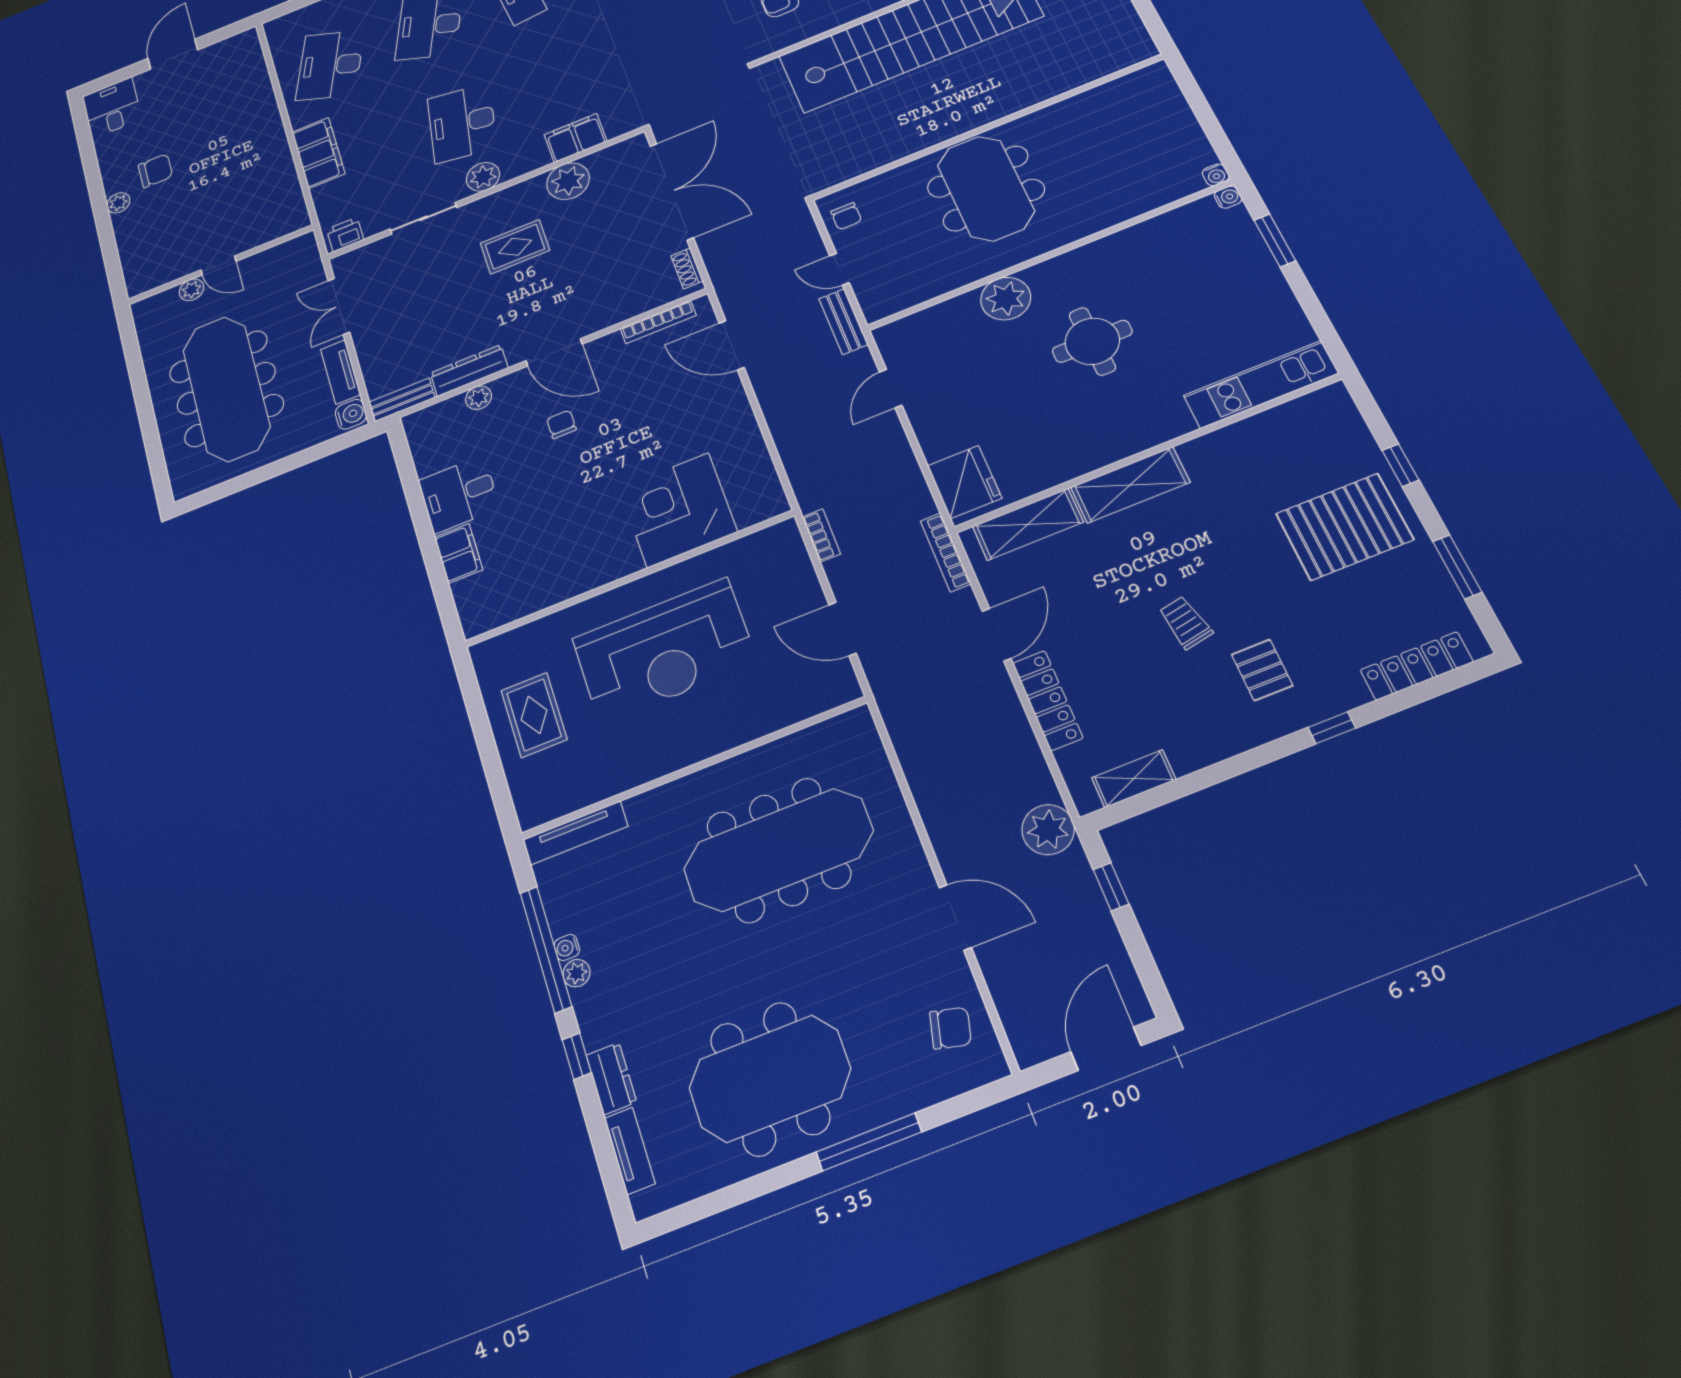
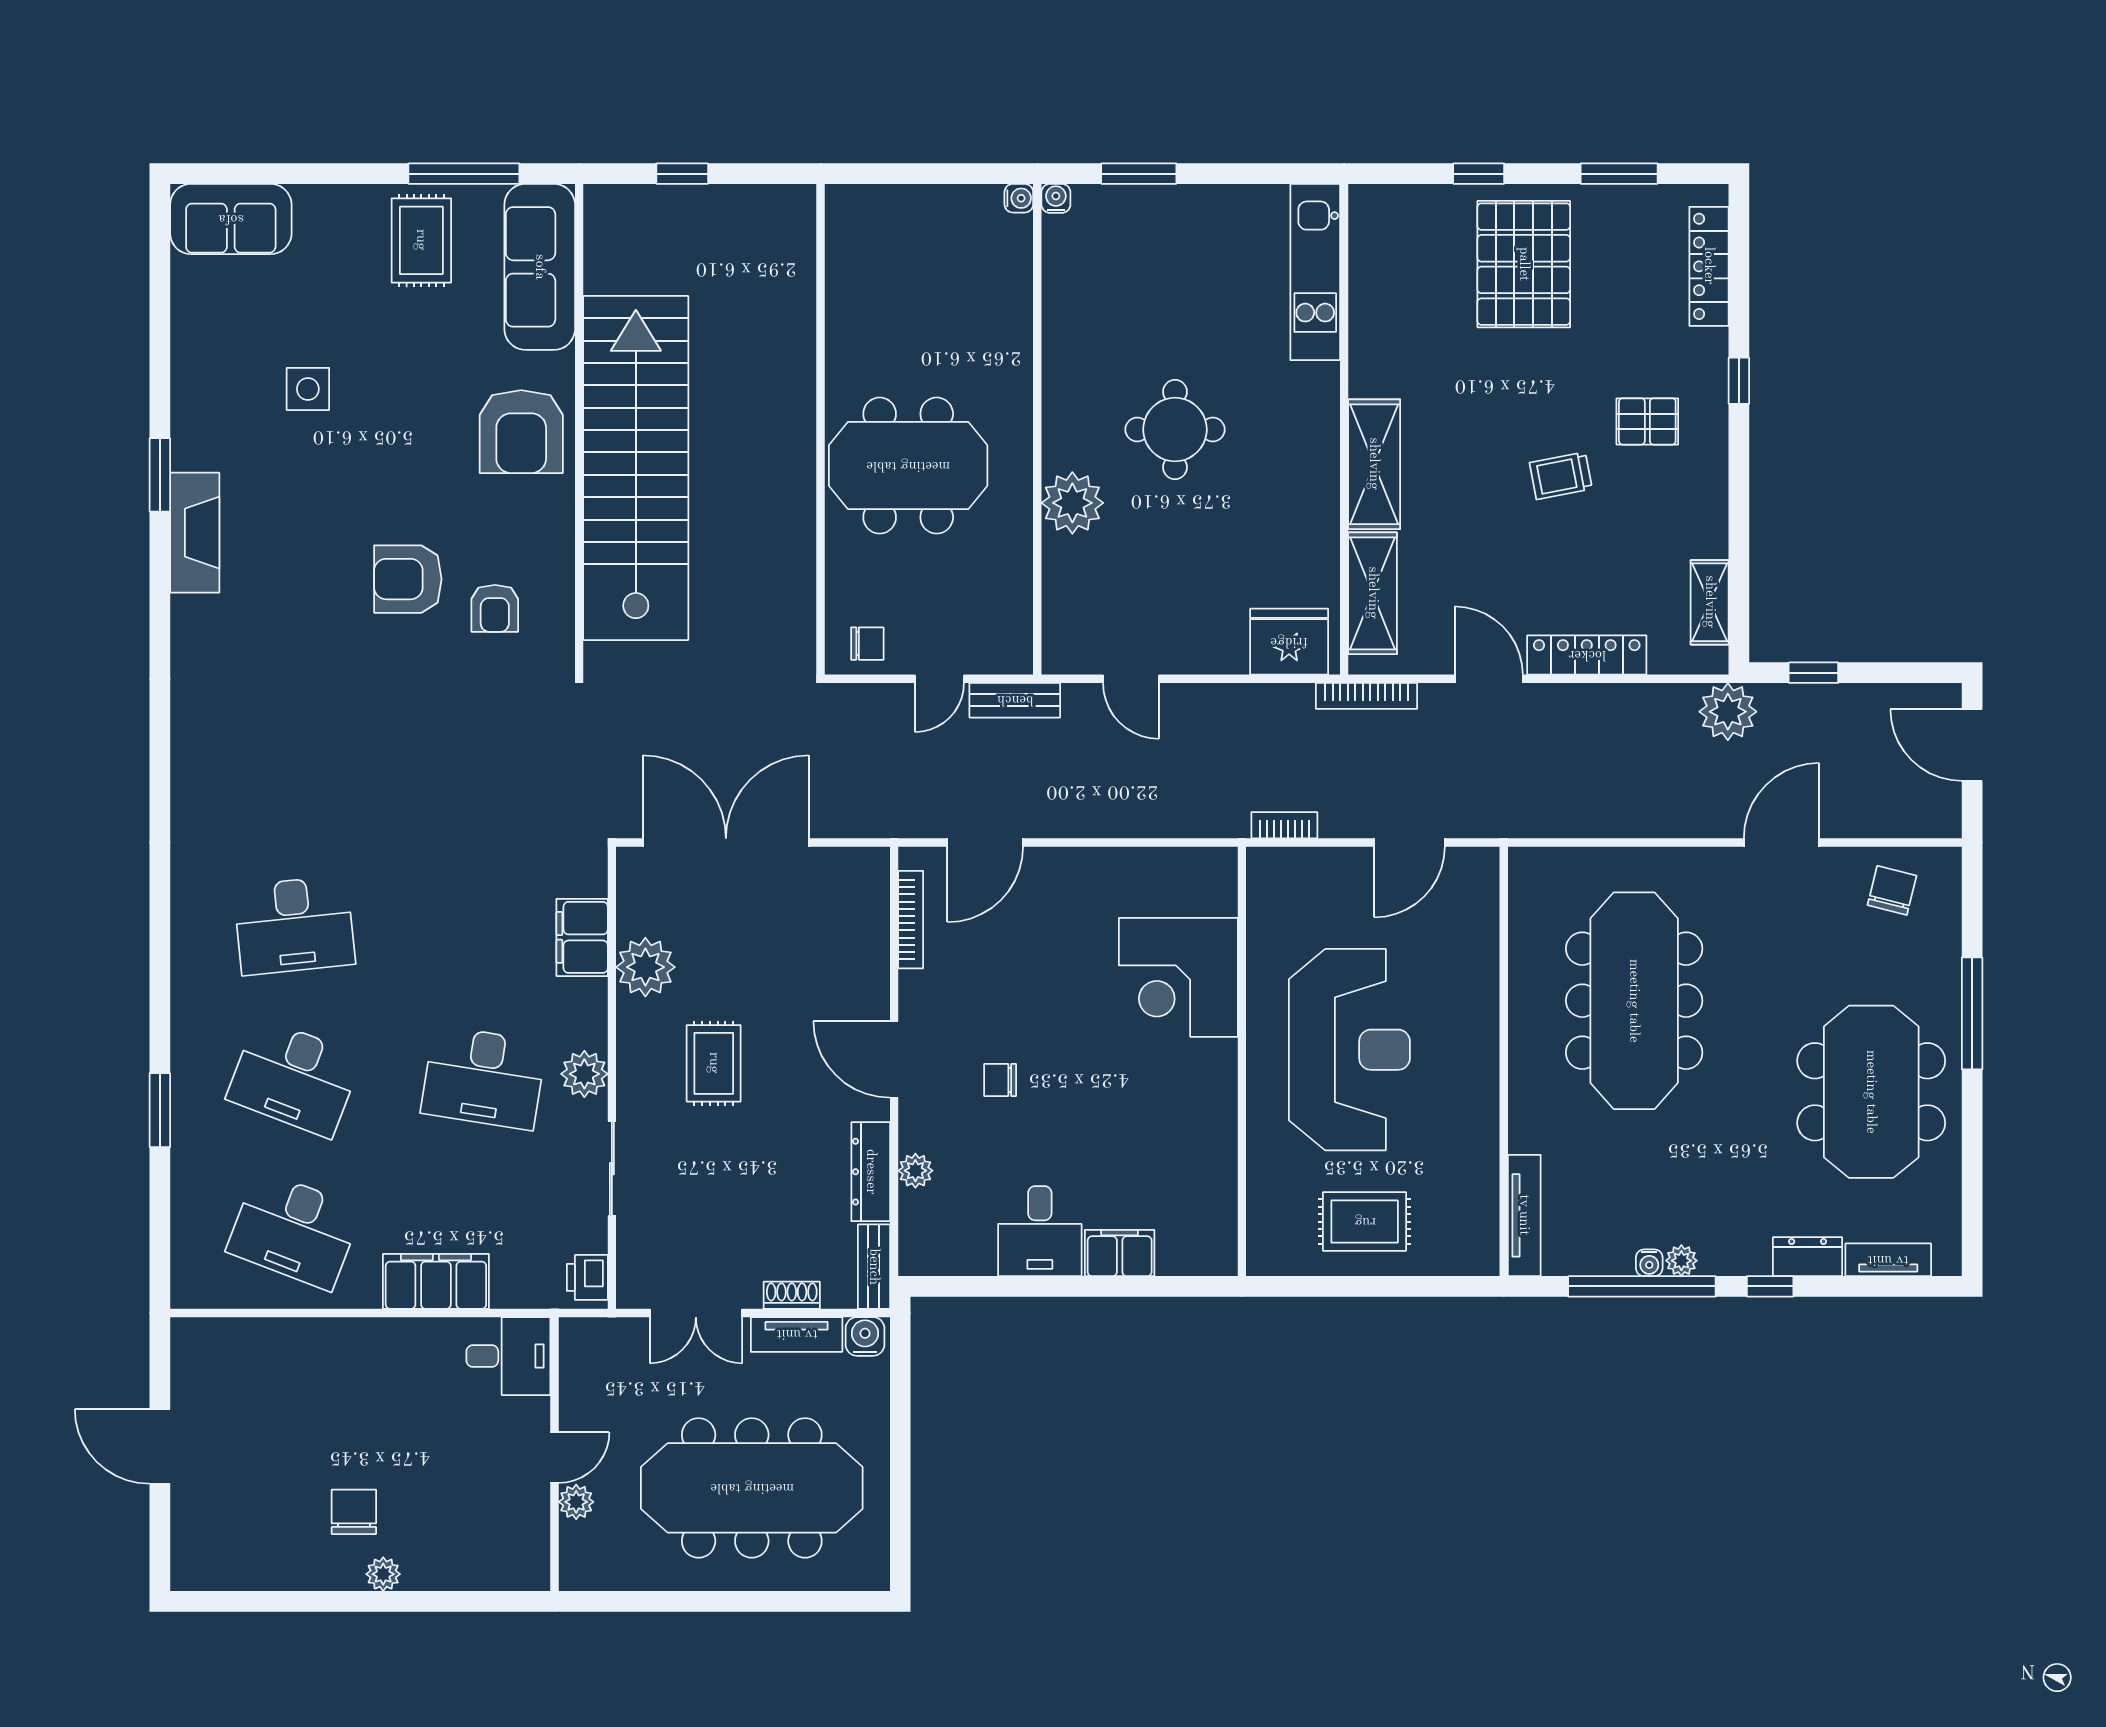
desk: (112, 108) -> (508, 1356), moved, turned 180
shoe rack: (687, 268) -> (792, 1295), moved, turned 180
door: (554, 352) -> (894, 1059), swing flipped

